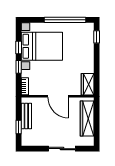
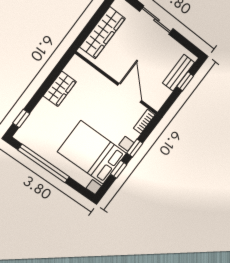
wardrobe: (88, 84) -> (60, 89), moved
door: (58, 96) -> (130, 93), moved
bench: (26, 116) -> (179, 73), moved

